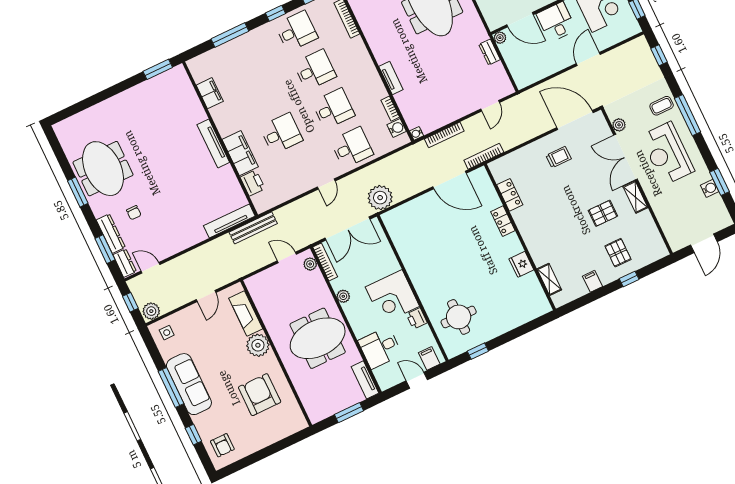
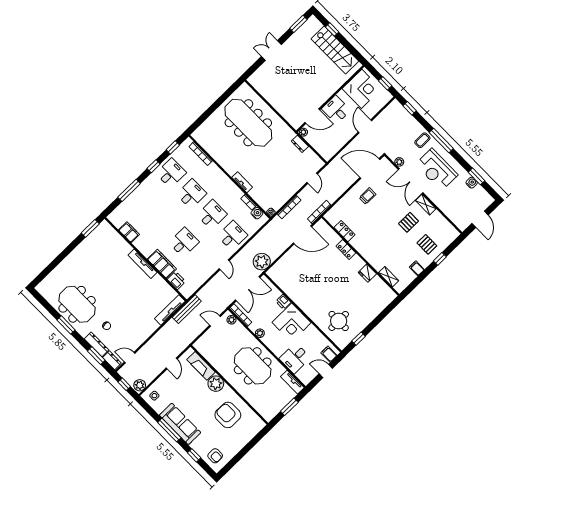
printer: (417, 318) -> (283, 302), moved
meeting table: (318, 338) -> (253, 366), turned 90

